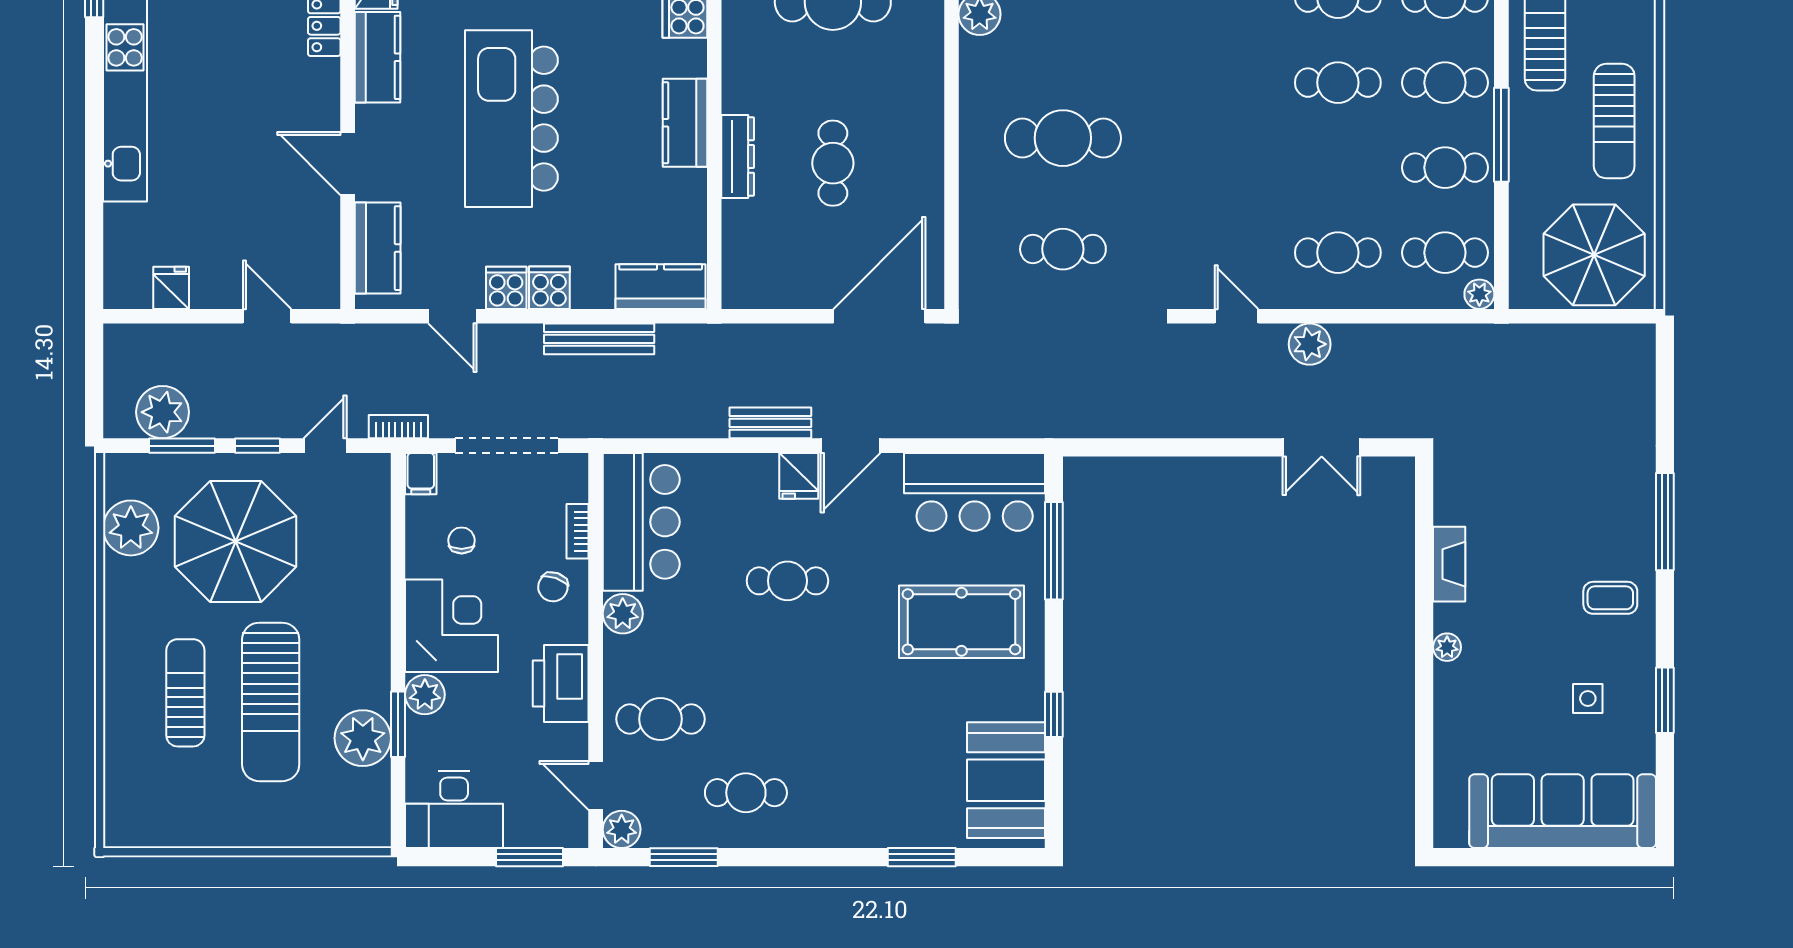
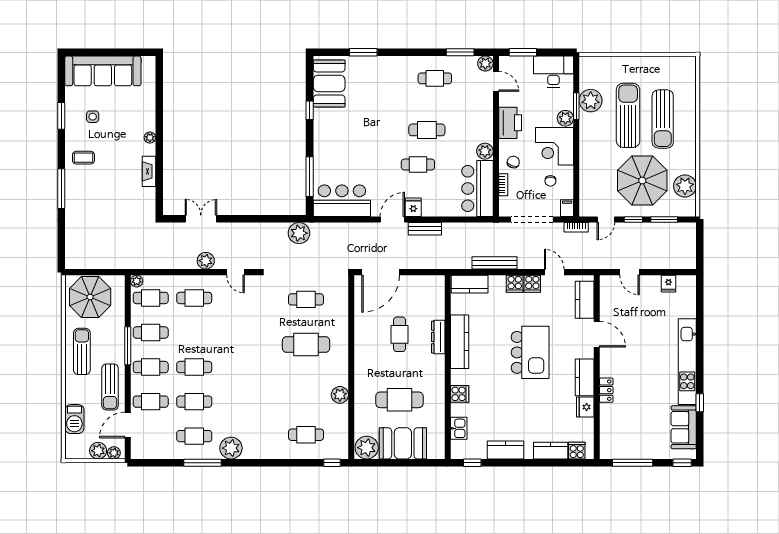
kitchen island: (511, 119) -> (530, 352), width x0.73
kitchen counter: (685, 123) -> (460, 342), width x1.50
plant: (163, 412) -> (299, 233), moved
pool table: (961, 622) -> (347, 148), removed
sun lounger: (185, 693) -> (663, 119), width x1.36, depth x1.34
cafe table: (660, 719) -> (427, 130), moved

